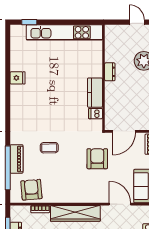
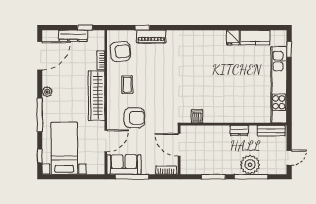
bench: (110, 40) -> (271, 131), added
kitchen counter: (95, 93) -> (255, 37), moved, turned 180
coffee table: (49, 148) -> (127, 85), moved
armchair: (97, 159) -> (134, 118), moved
window: (8, 168) -> (142, 28), width x0.32

